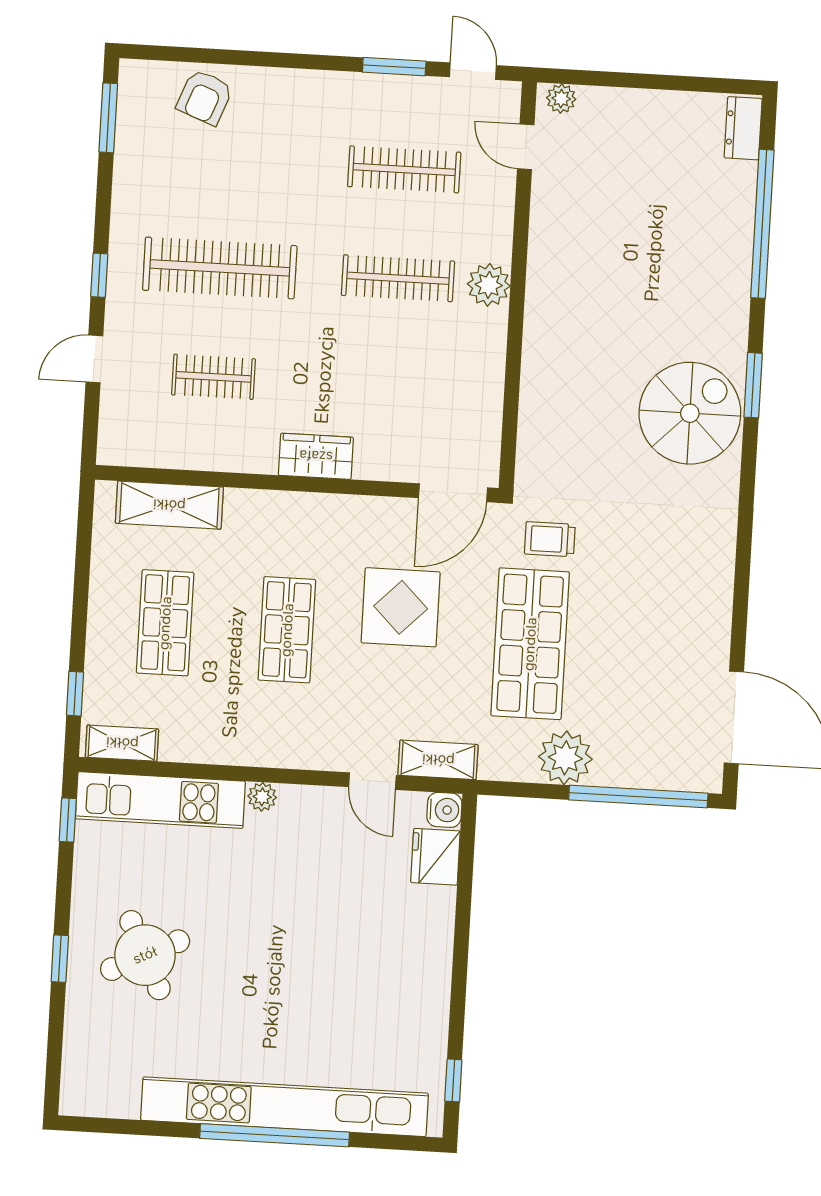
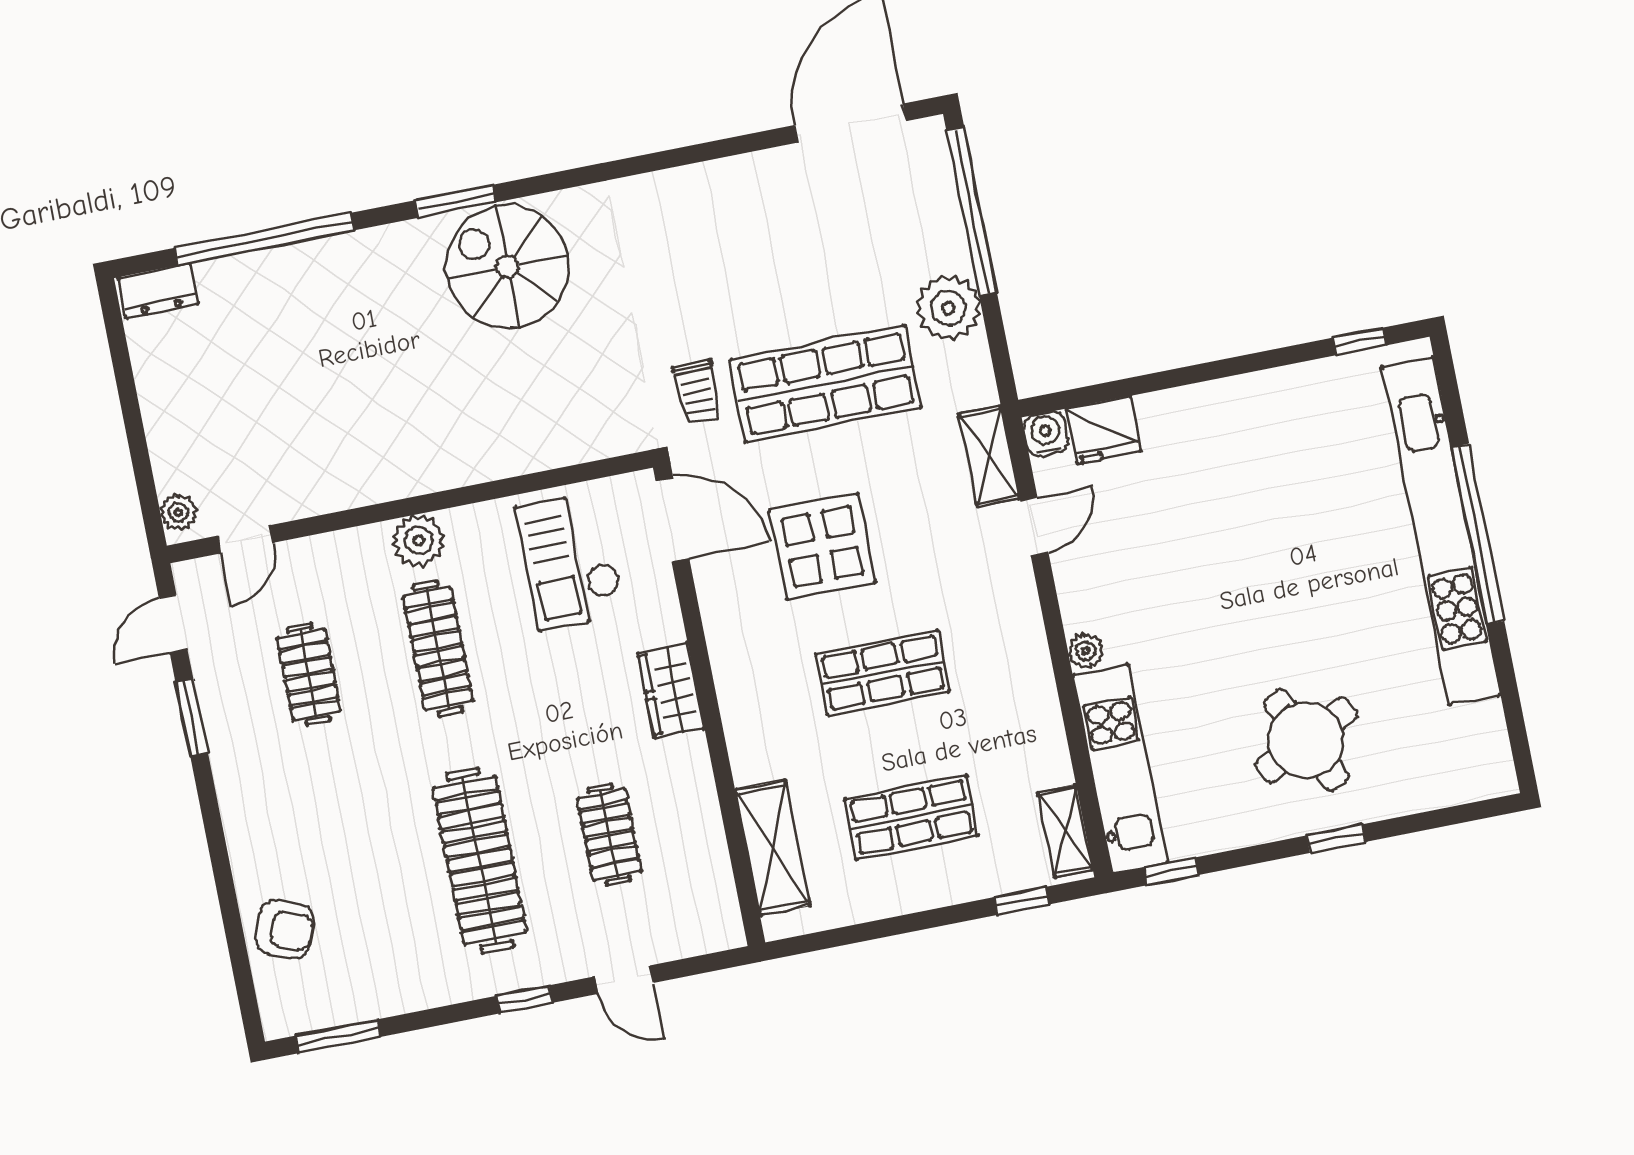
clothes rail: (404, 169) -> (309, 674), width x0.73
checkout: (441, 403) -> (571, 561), added

